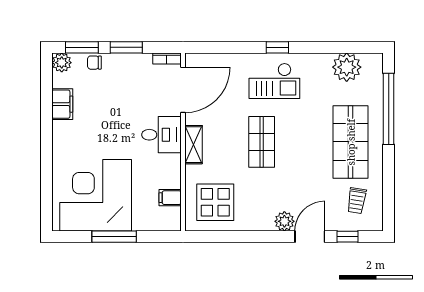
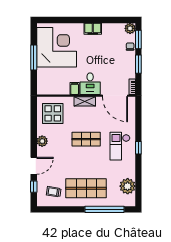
filing cabinet: (62, 104) -> (93, 29), moved
filing cabinet: (170, 198) -> (75, 88), moved
plant: (284, 221) -> (42, 141), moved
door: (310, 237) -> (34, 166), hinge flipped

